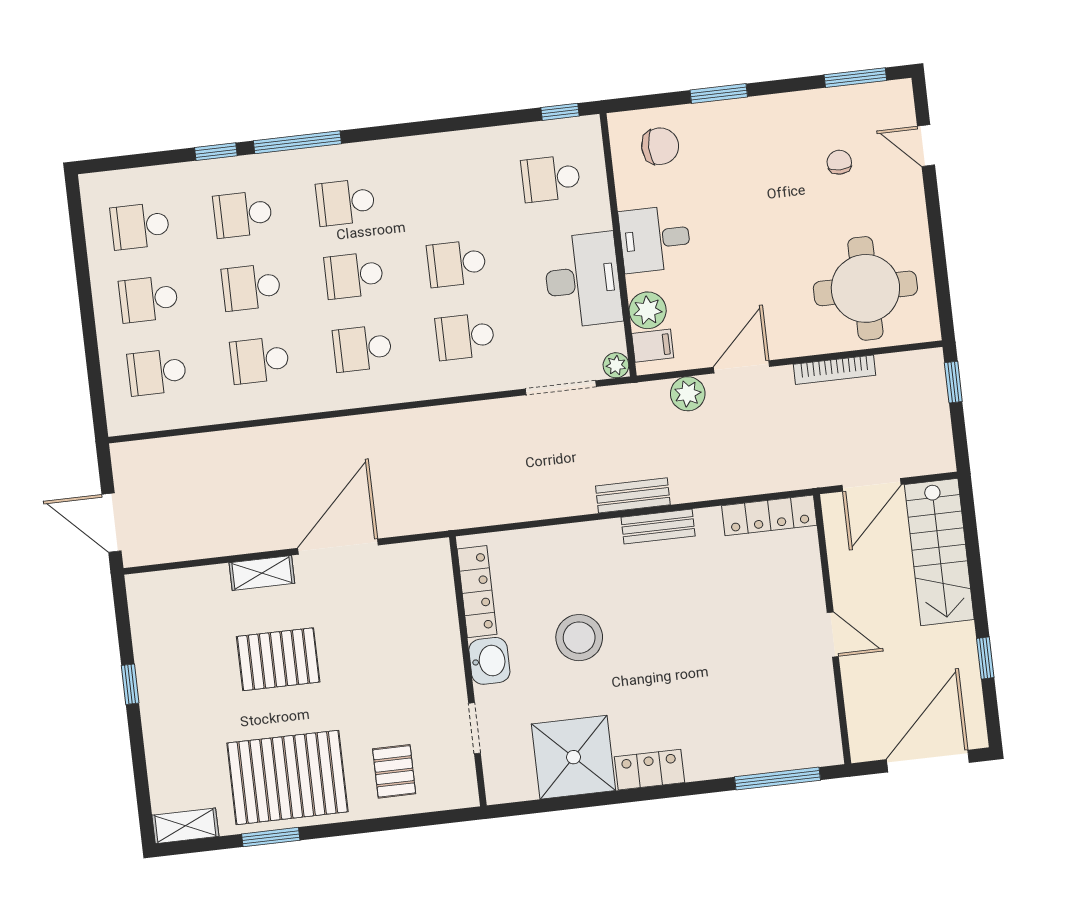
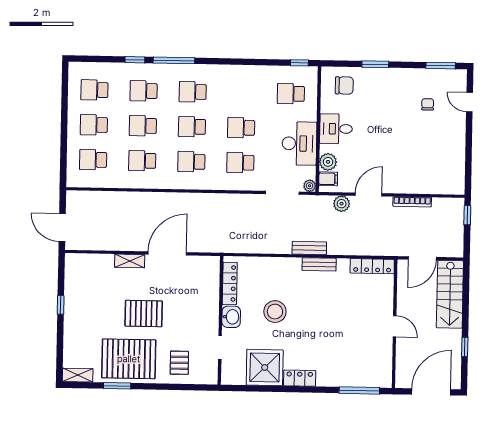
round table: (865, 288) -> (432, 165), removed
pallet: (278, 659) -> (144, 314), moved

